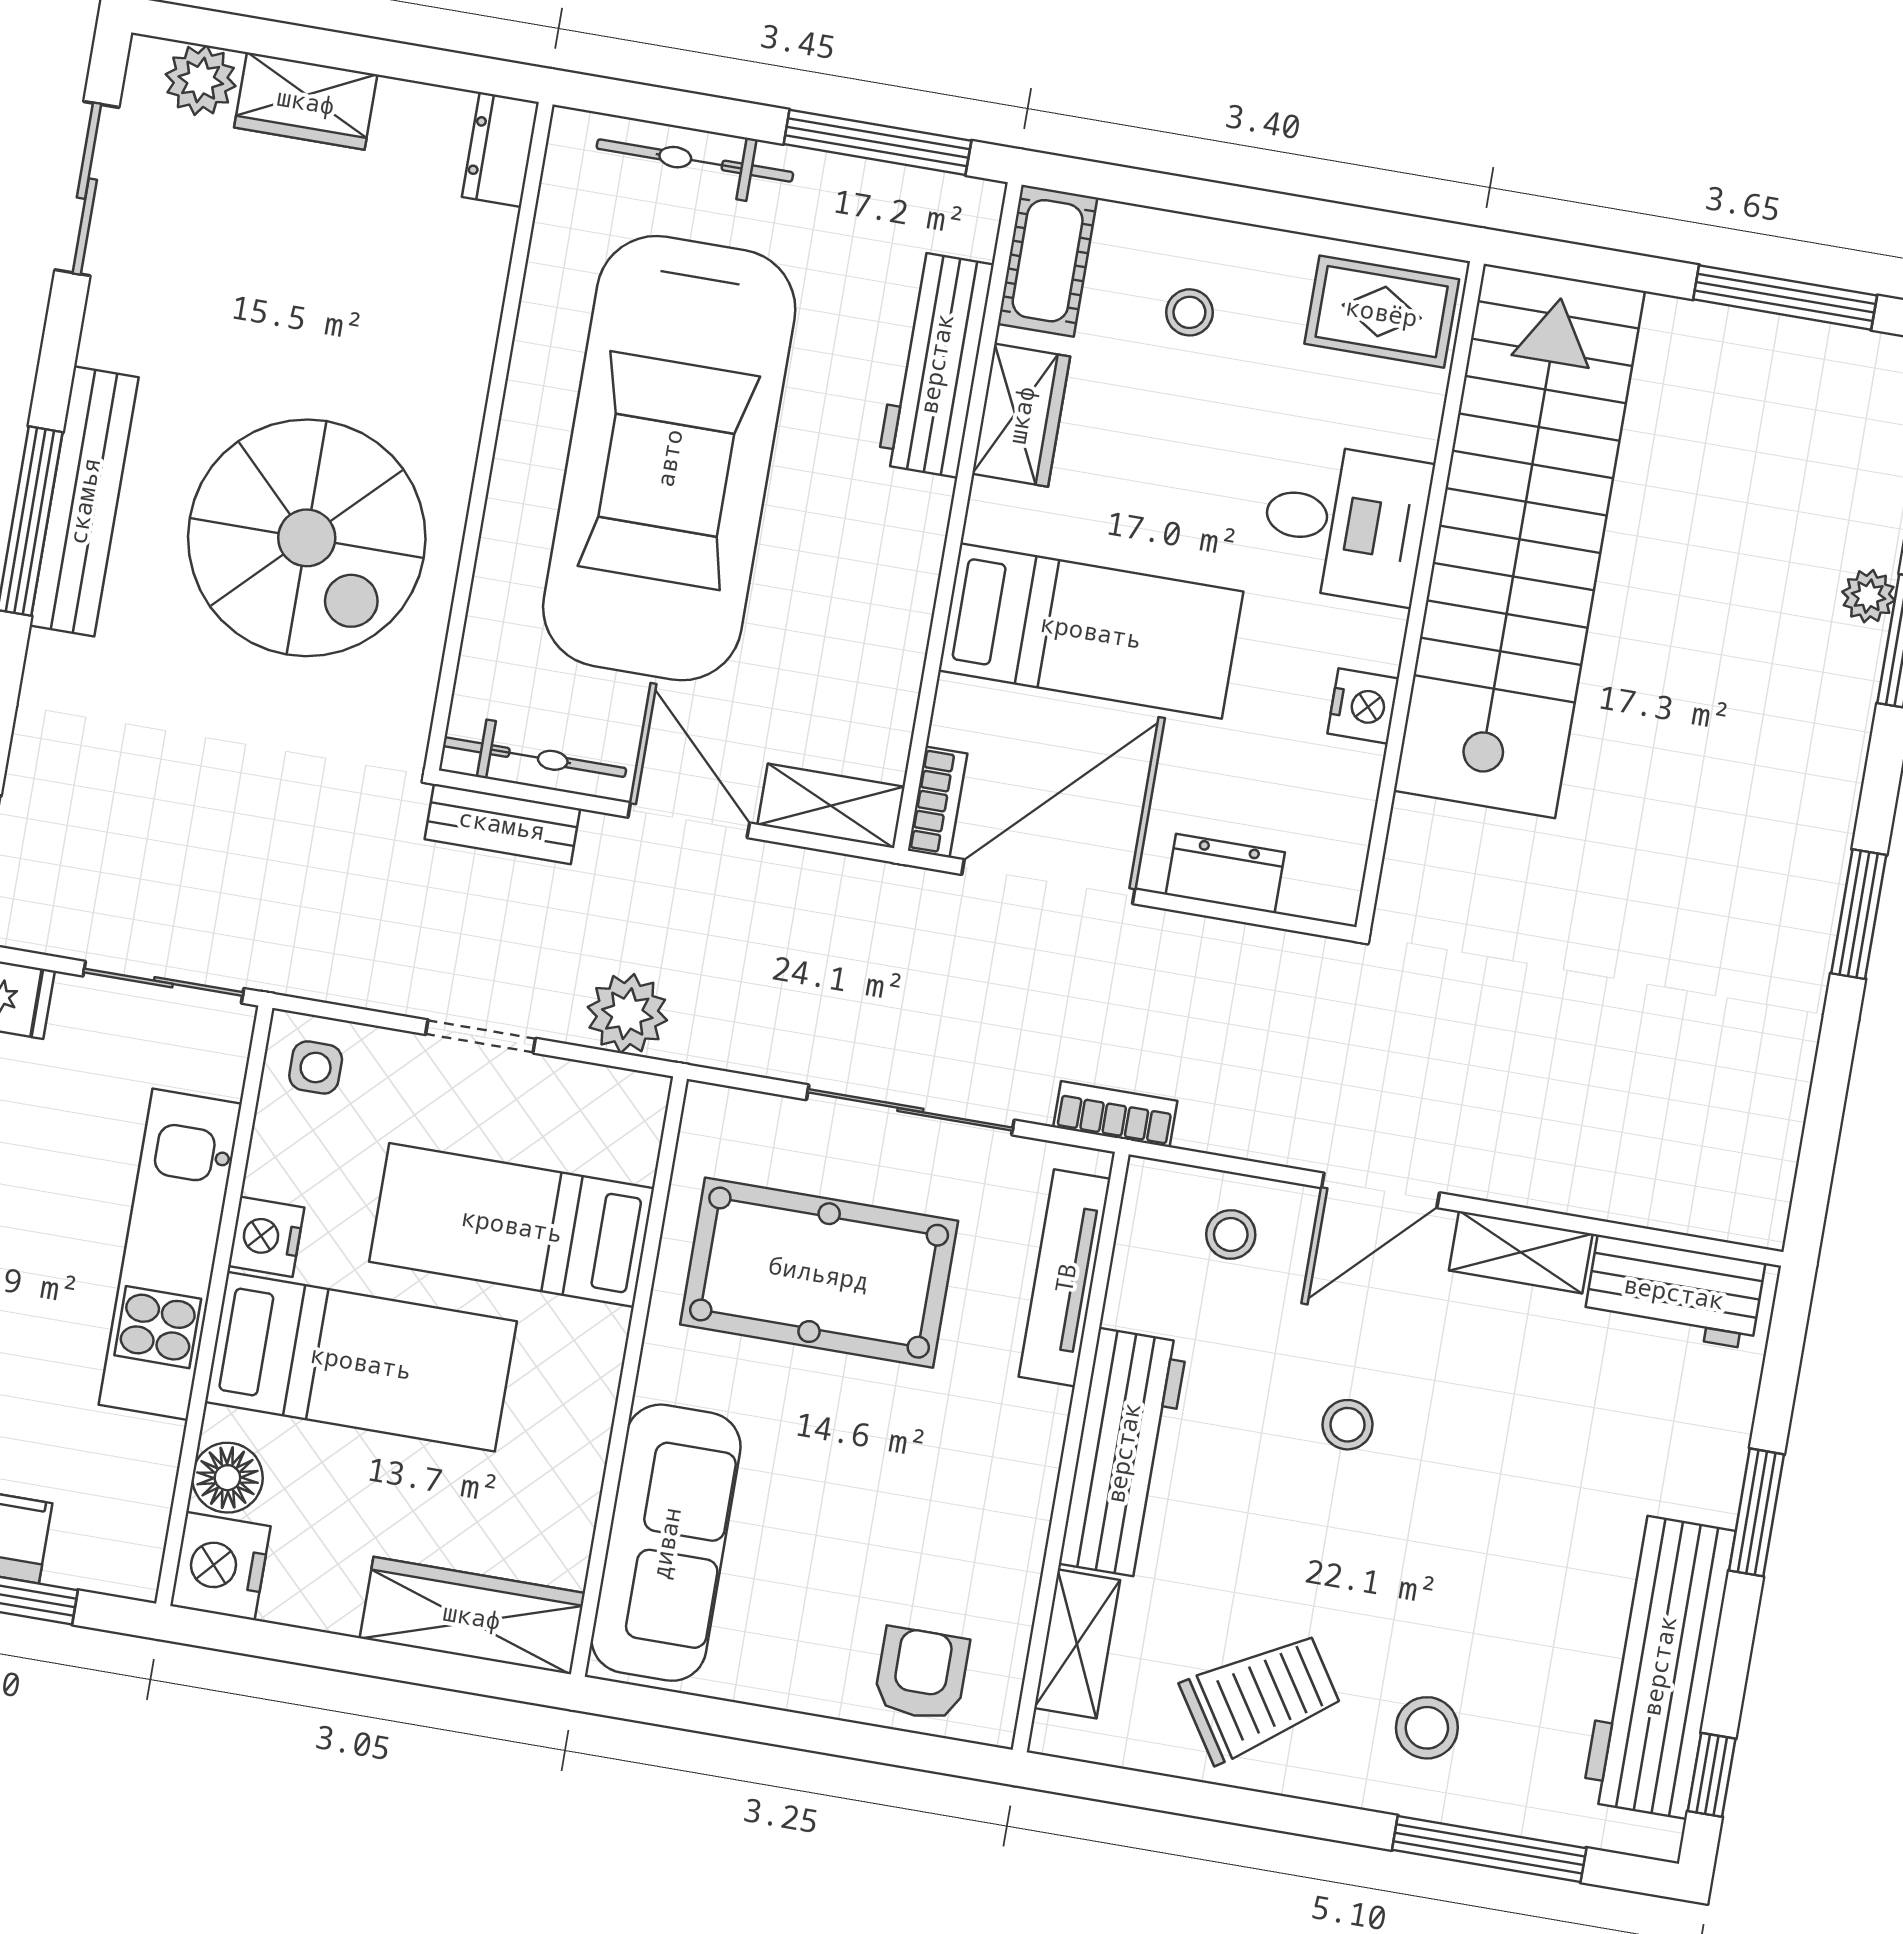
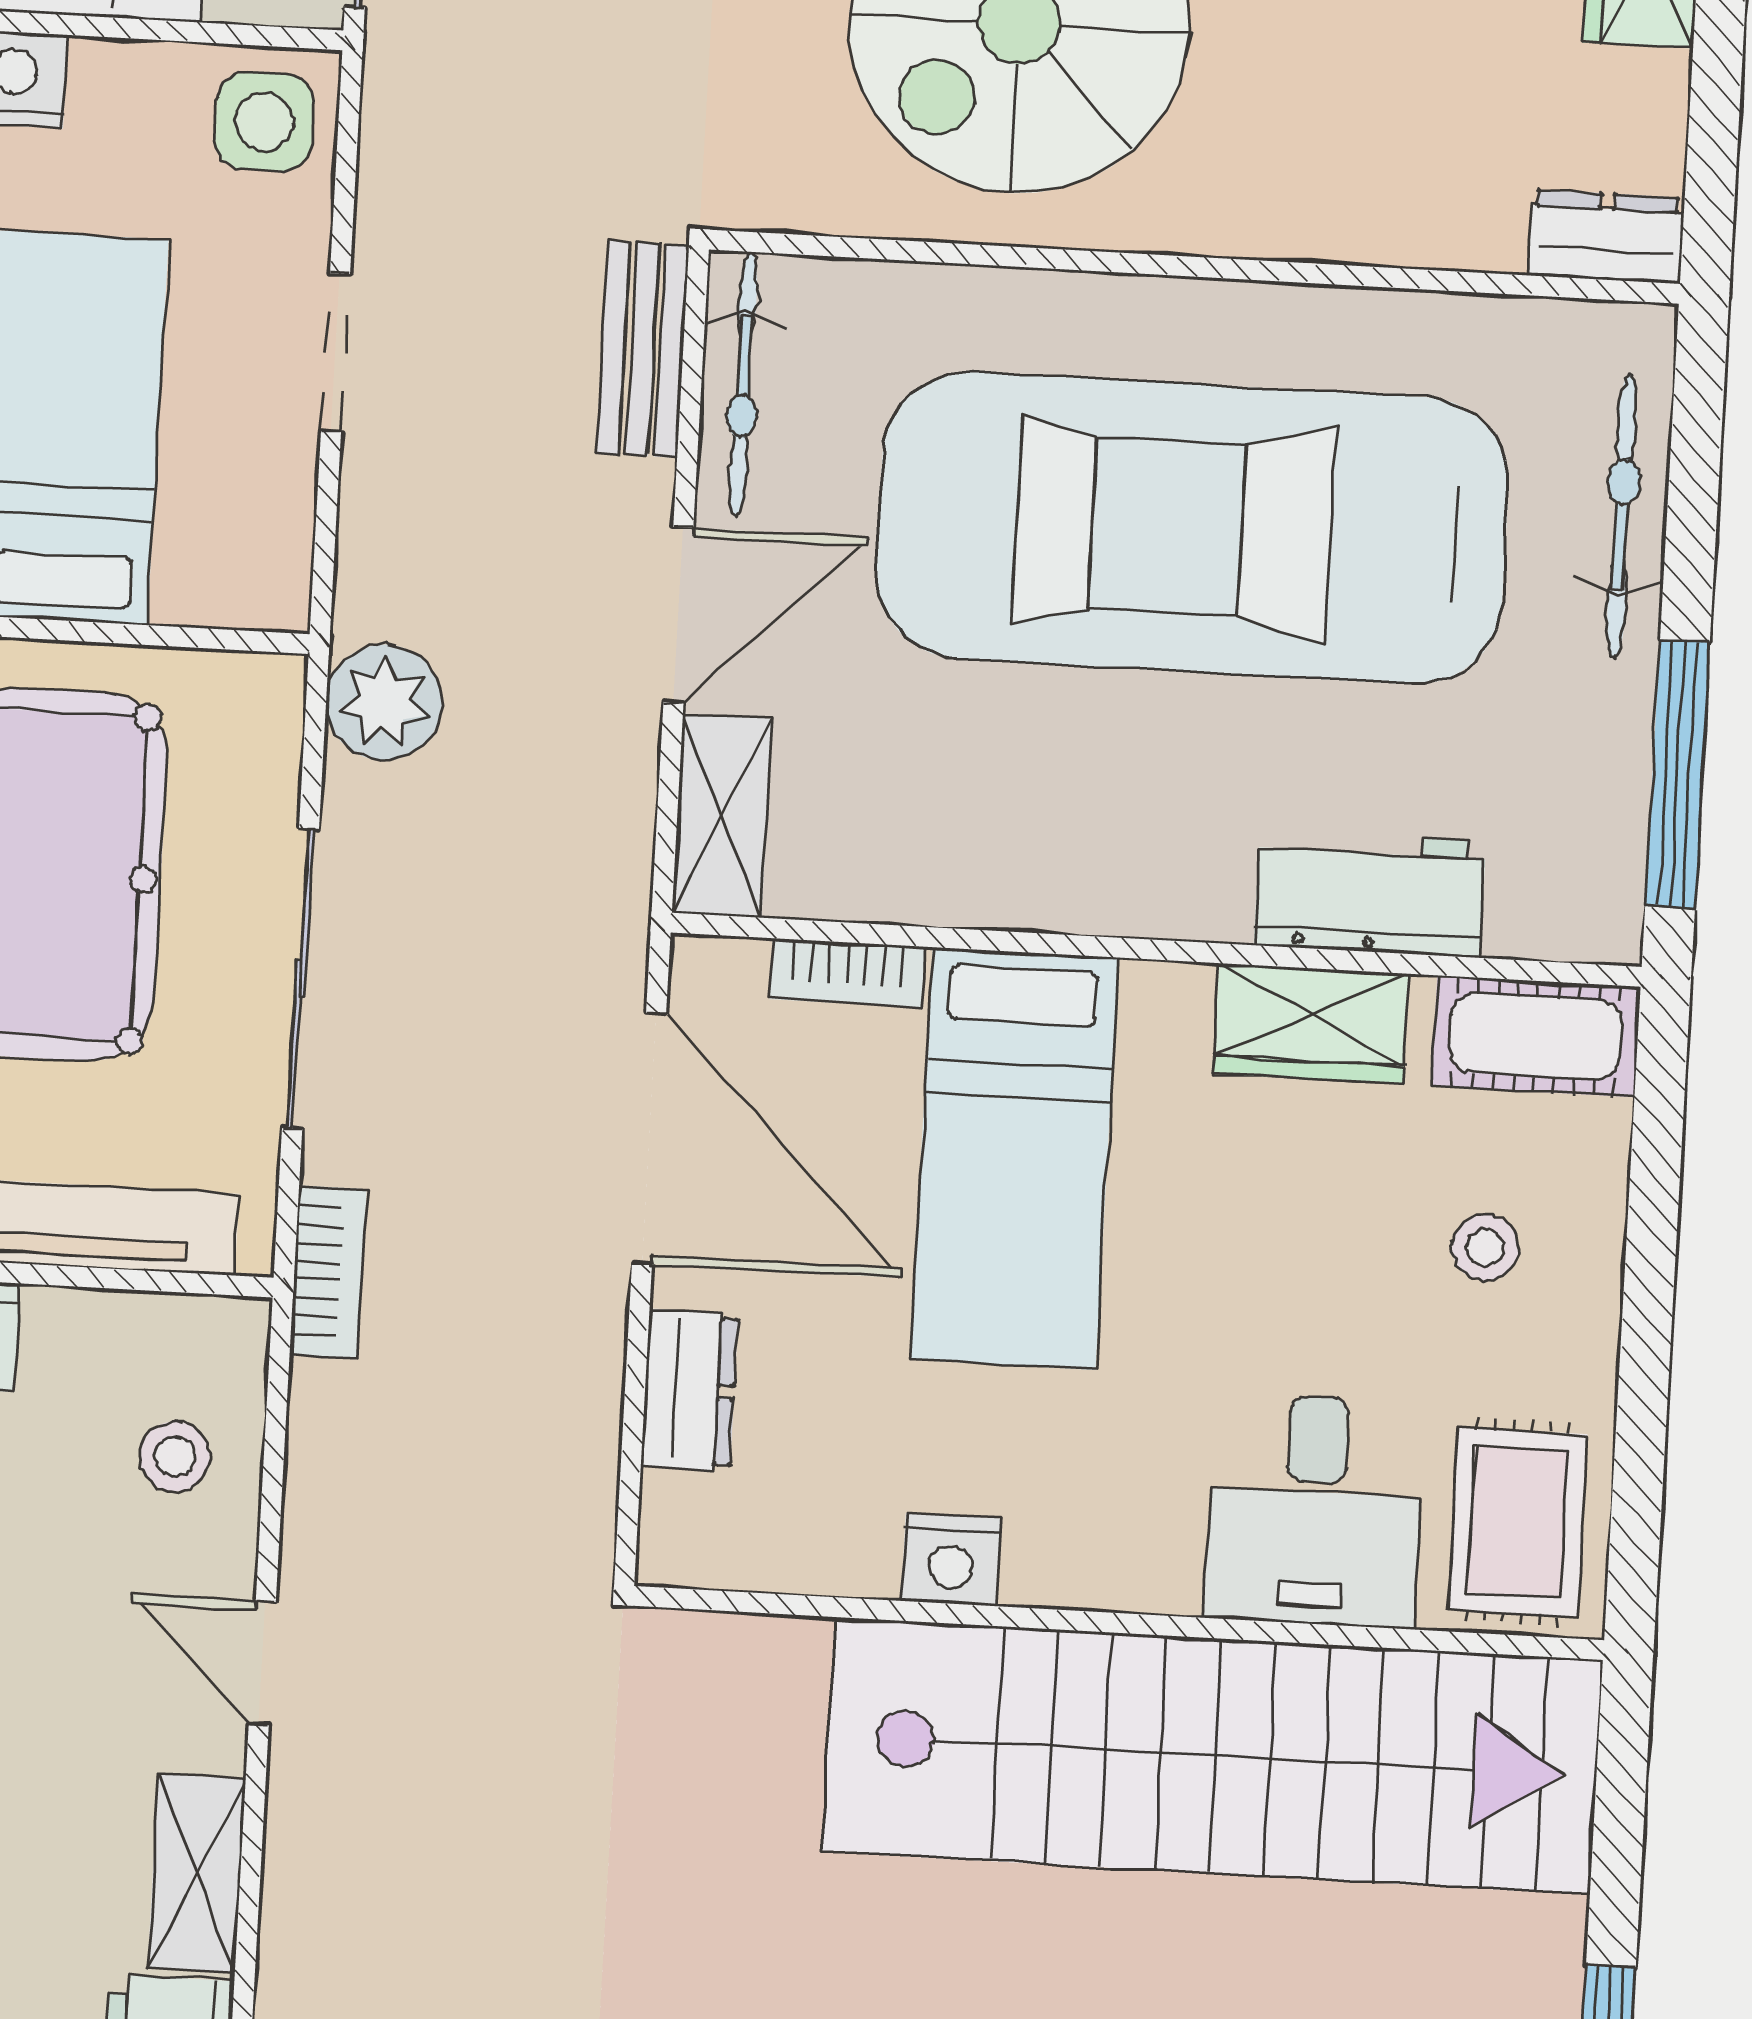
workbench: (936, 364) -> (1370, 893), width x0.73
desk: (1345, 523) -> (1315, 1510), moved
bookcase: (937, 802) -> (847, 973), moved
plant: (627, 1014) -> (384, 702), moved
side table: (316, 1067) -> (264, 122), width x1.37, depth x1.37
door: (1380, 1190) -> (262, 1663), width x0.73

